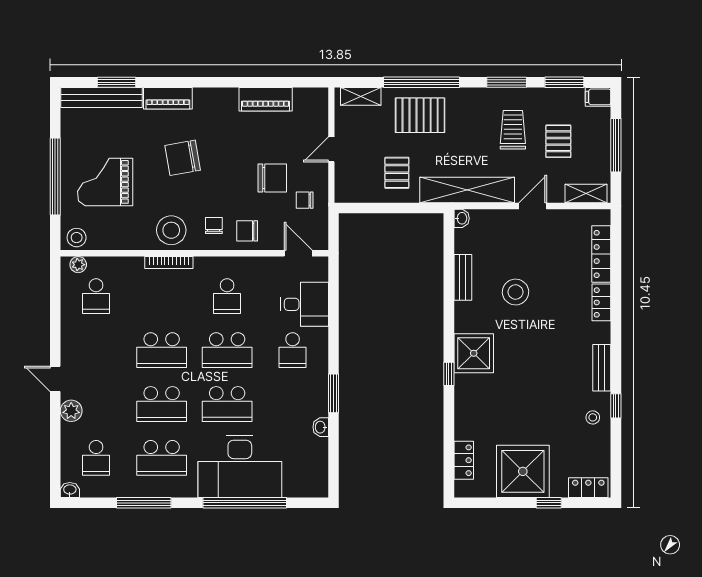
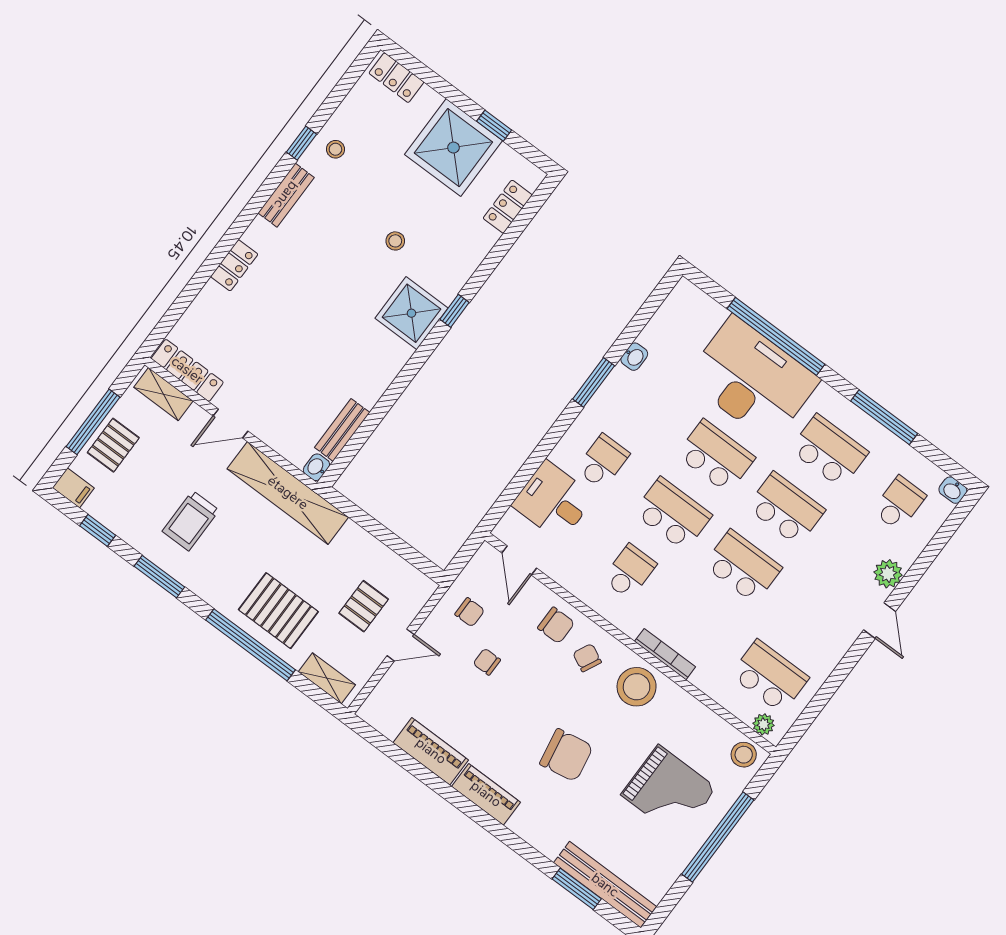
window: (564, 82) -> (98, 530), width x0.67
piano: (168, 98) -> (486, 794), moved
pallet: (558, 141) -> (113, 445), moved
pallet: (397, 173) -> (364, 606), moved
chair: (272, 178) -> (487, 662), width x0.54, depth x0.54
chair: (214, 225) -> (587, 658), turned 116
locker: (601, 254) -> (187, 370), moved, turned -90
bench: (463, 277) -> (342, 430), moved
stool: (516, 292) -> (395, 241), moved, width x0.53, depth x0.53
school desk: (96, 296) -> (770, 676), width x1.85
window: (549, 503) -> (494, 126), moved

